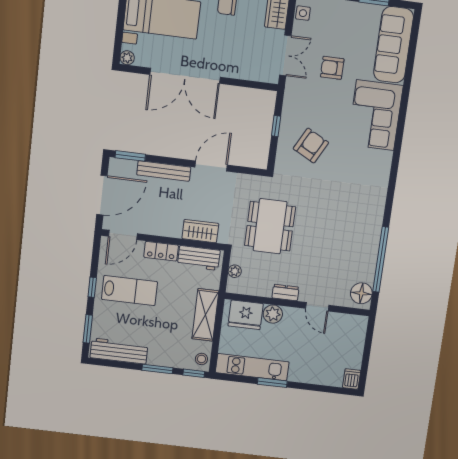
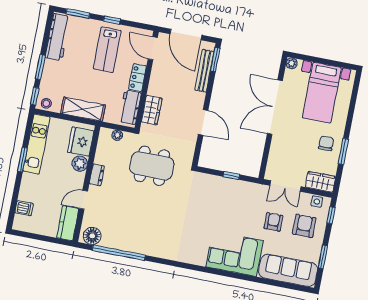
armchair: (311, 146) -> (304, 226), moved, turned -118
bench: (164, 171) -> (204, 71), moved
kitchen counter: (347, 324) -> (68, 223), added
dishwasher: (352, 379) -> (24, 208), moved

